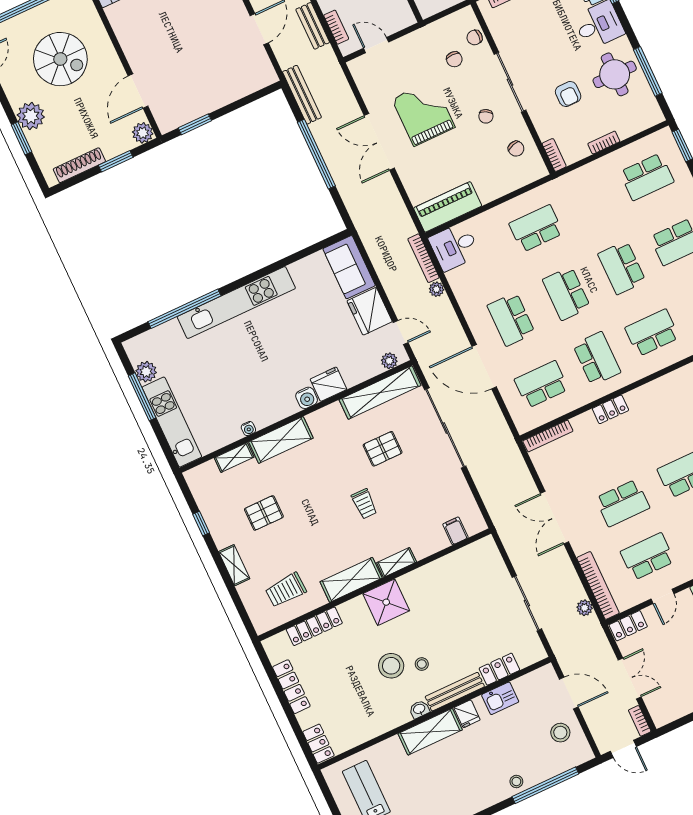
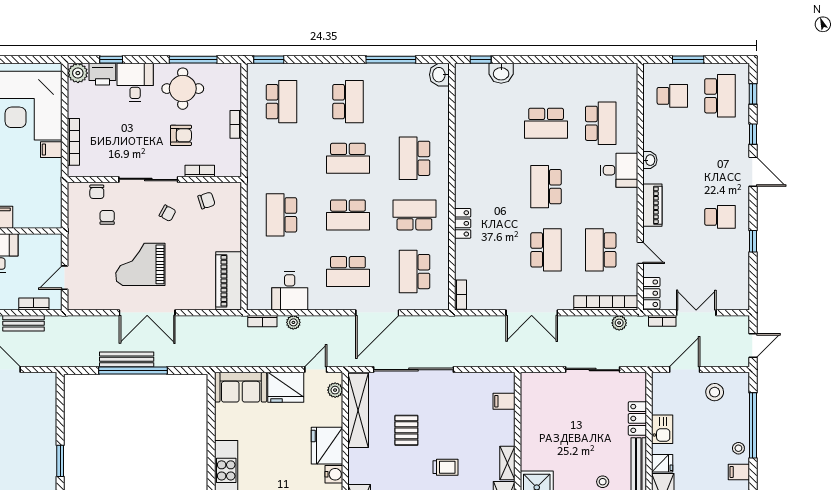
chair: (454, 59) -> (107, 217), turned -90
bench: (302, 95) -> (127, 359), moved
bookcase: (554, 155) -> (200, 171), moved
desk: (454, 247) -> (290, 291), moved
bookcase: (424, 258) -> (262, 321), width x0.64
fridge: (328, 384) -> (327, 446), width x1.36, depth x1.34
bookcase: (548, 436) -> (460, 295), width x0.64
bookcase: (640, 721) -> (662, 321), moved
filing cabinet: (493, 793) -> (739, 472), added

